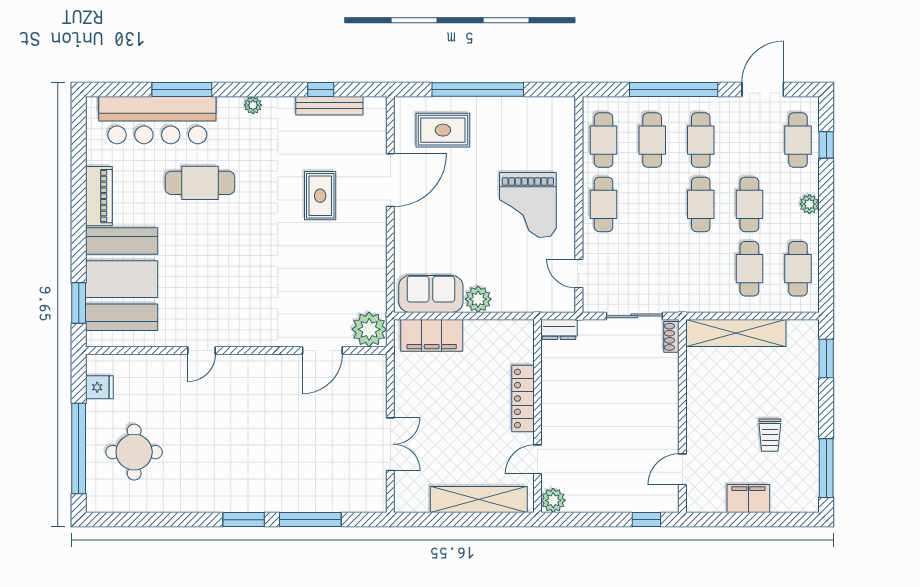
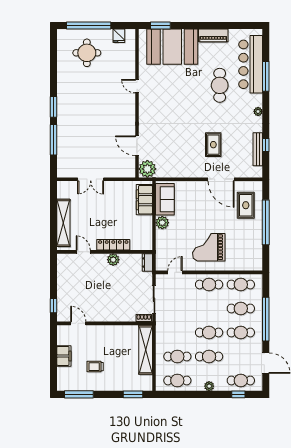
rug: (320, 196) -> (213, 145), turned 90
plant: (553, 500) -> (113, 260), moved

